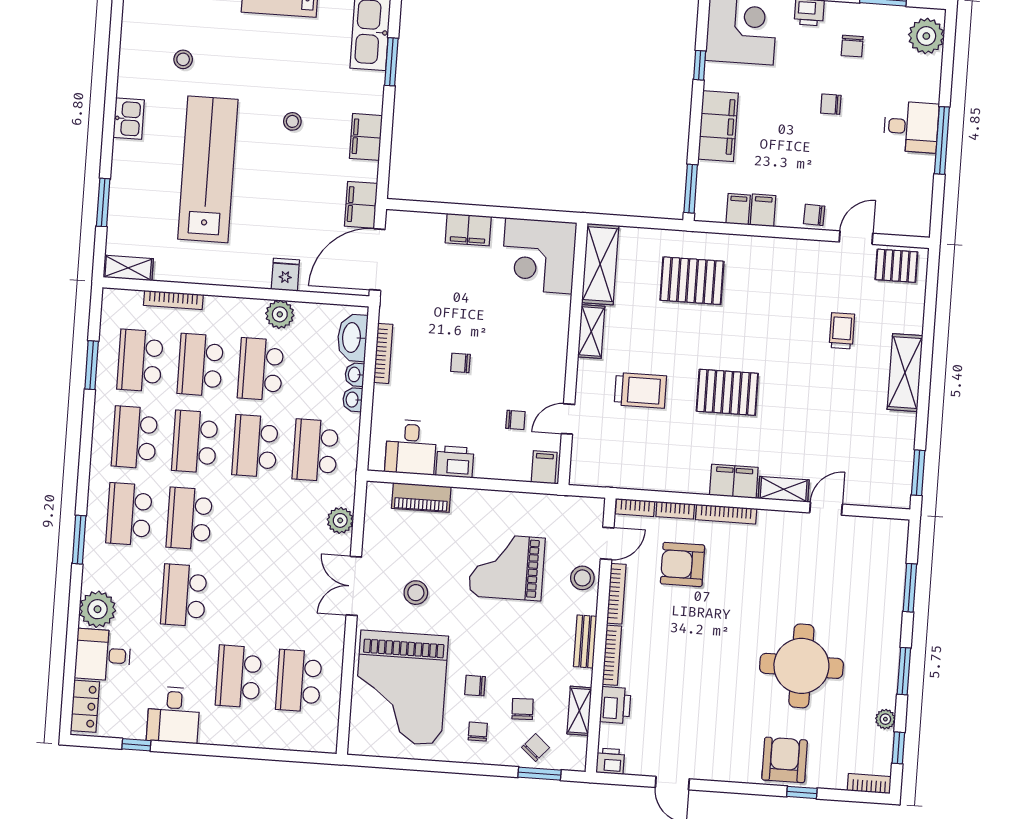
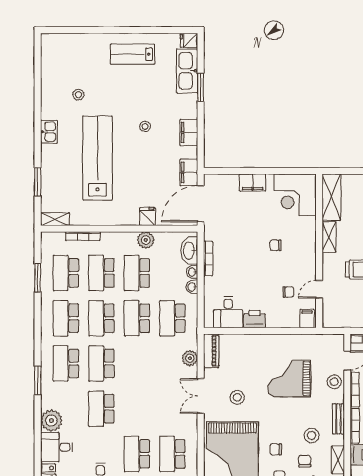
chair: (460, 363) -> (276, 245), moved
piano: (421, 498) -> (211, 351), moved, turned -90
stool: (537, 666) -> (312, 435), added

